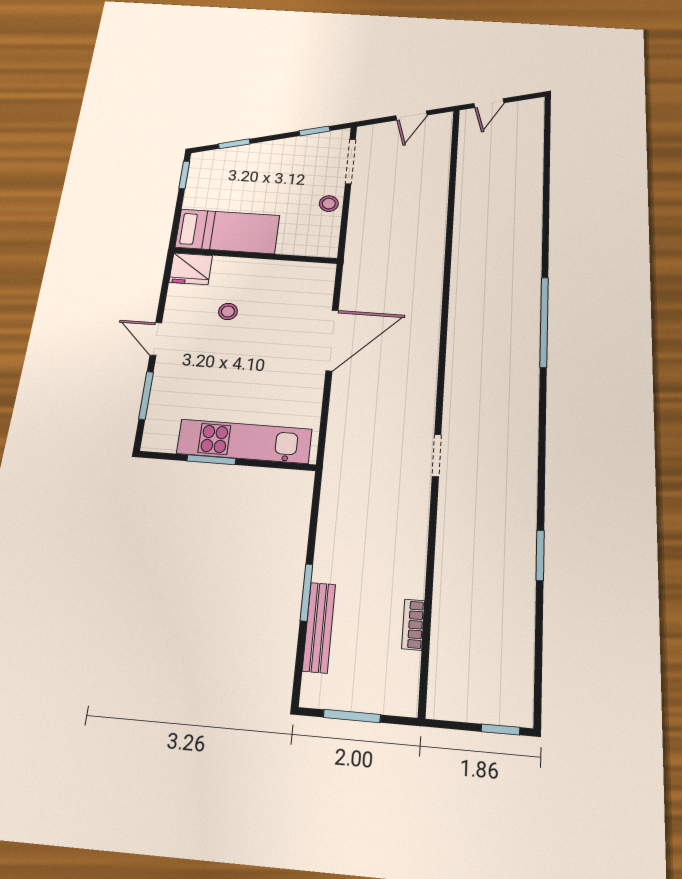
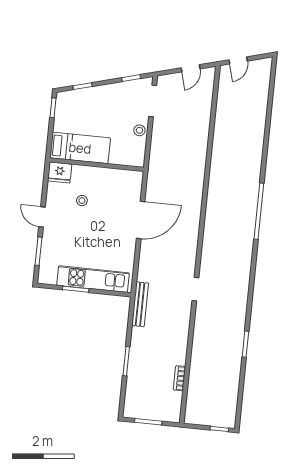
bench: (319, 627) -> (140, 304), moved

